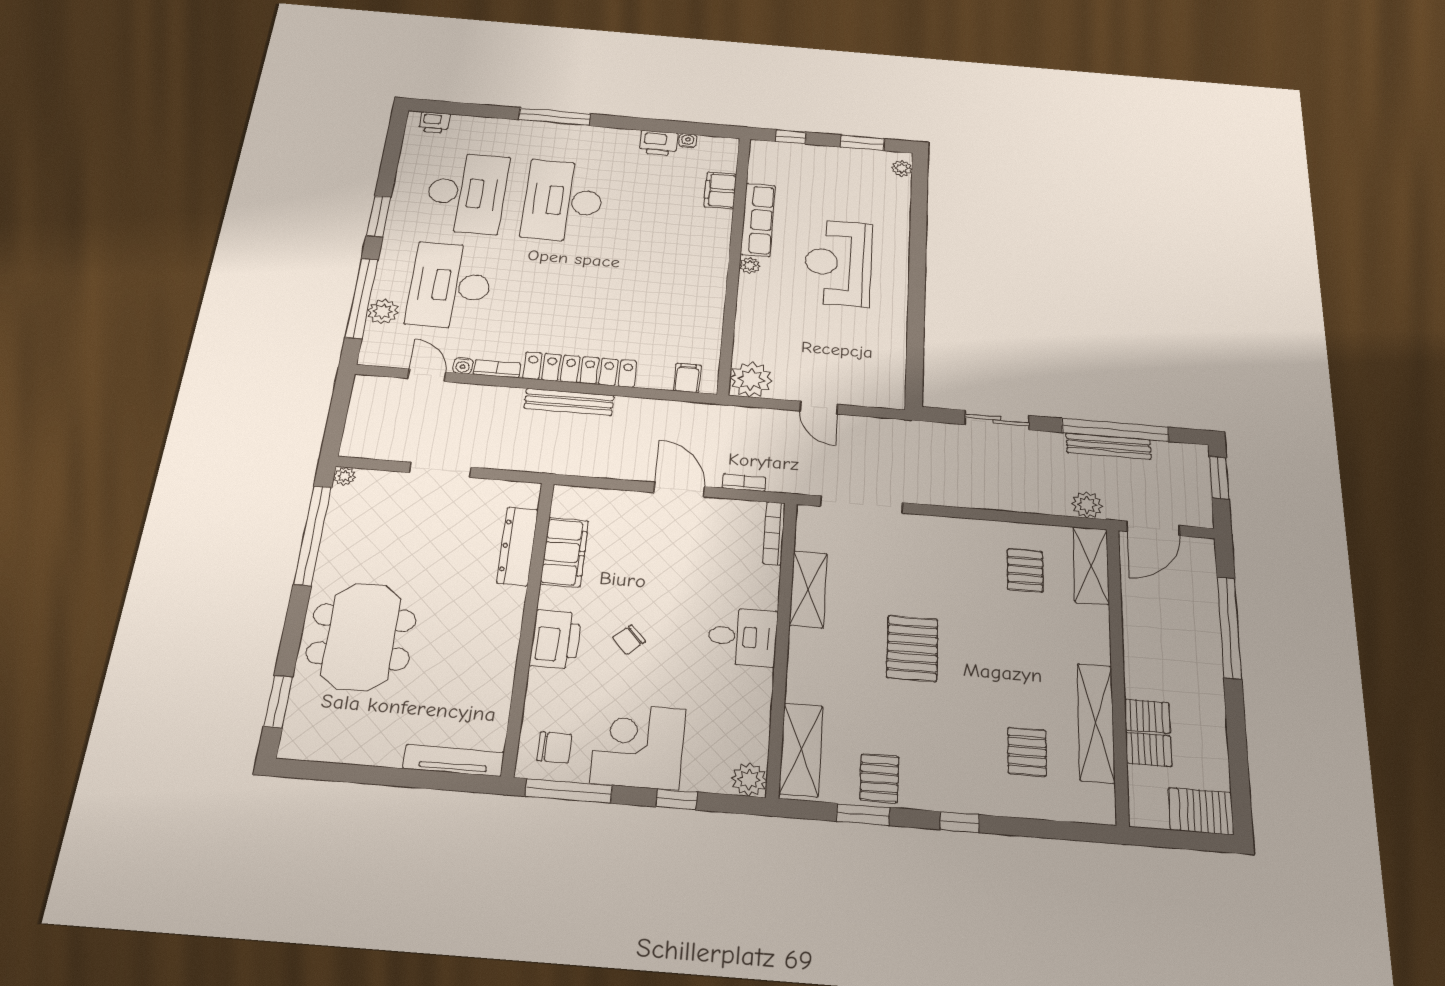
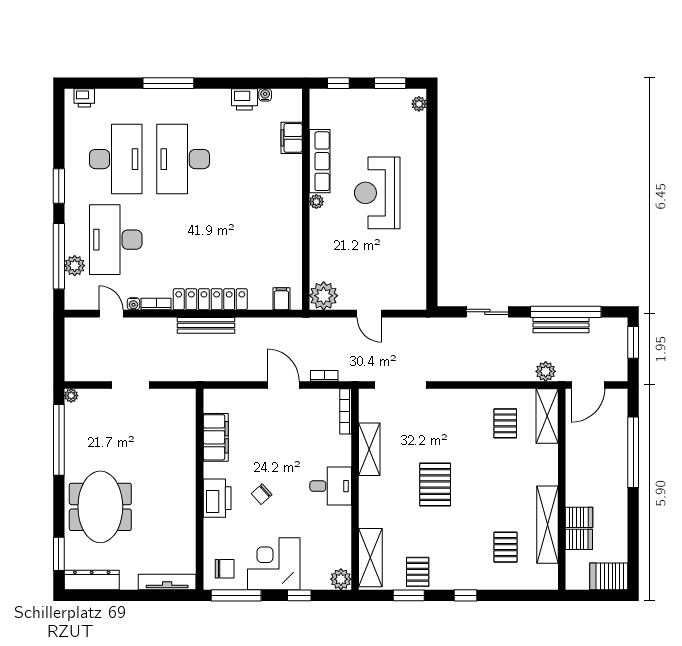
dresser: (518, 546) -> (92, 580), moved, turned 90

